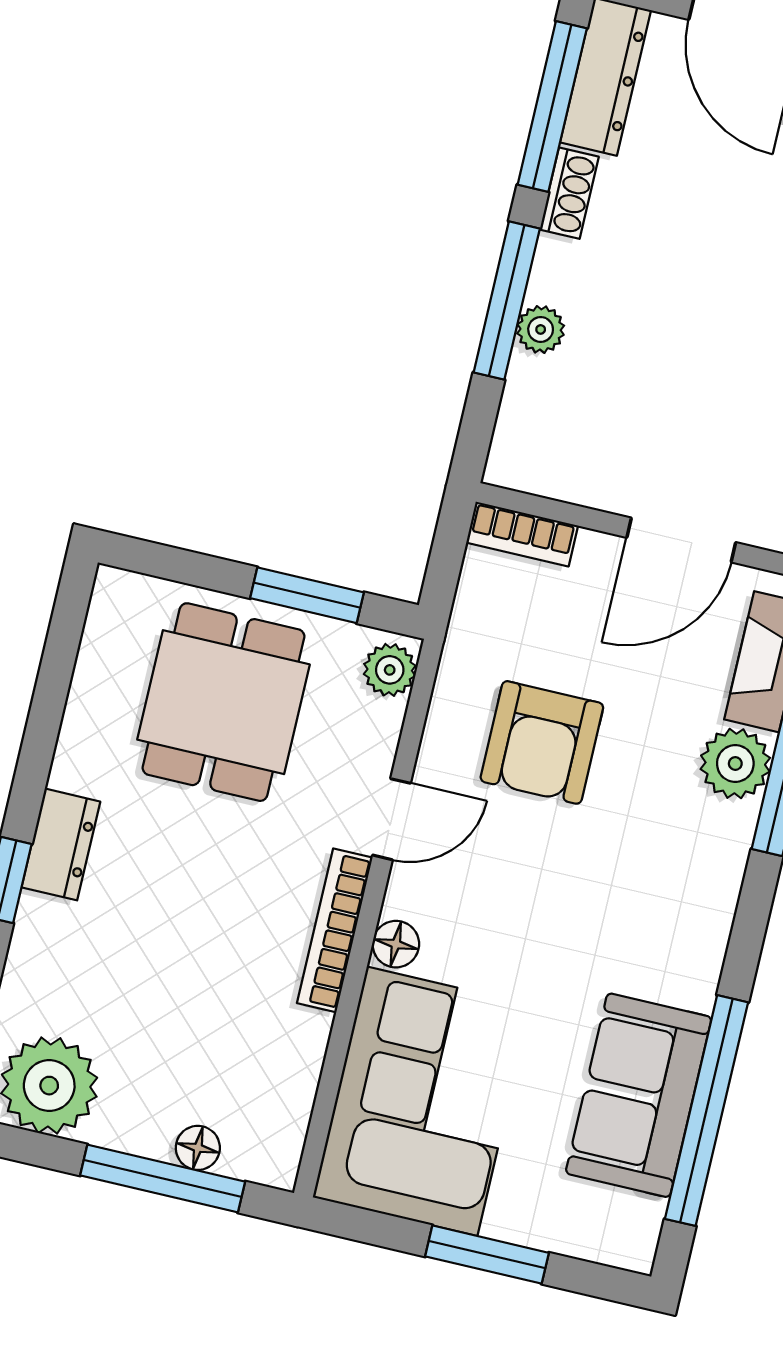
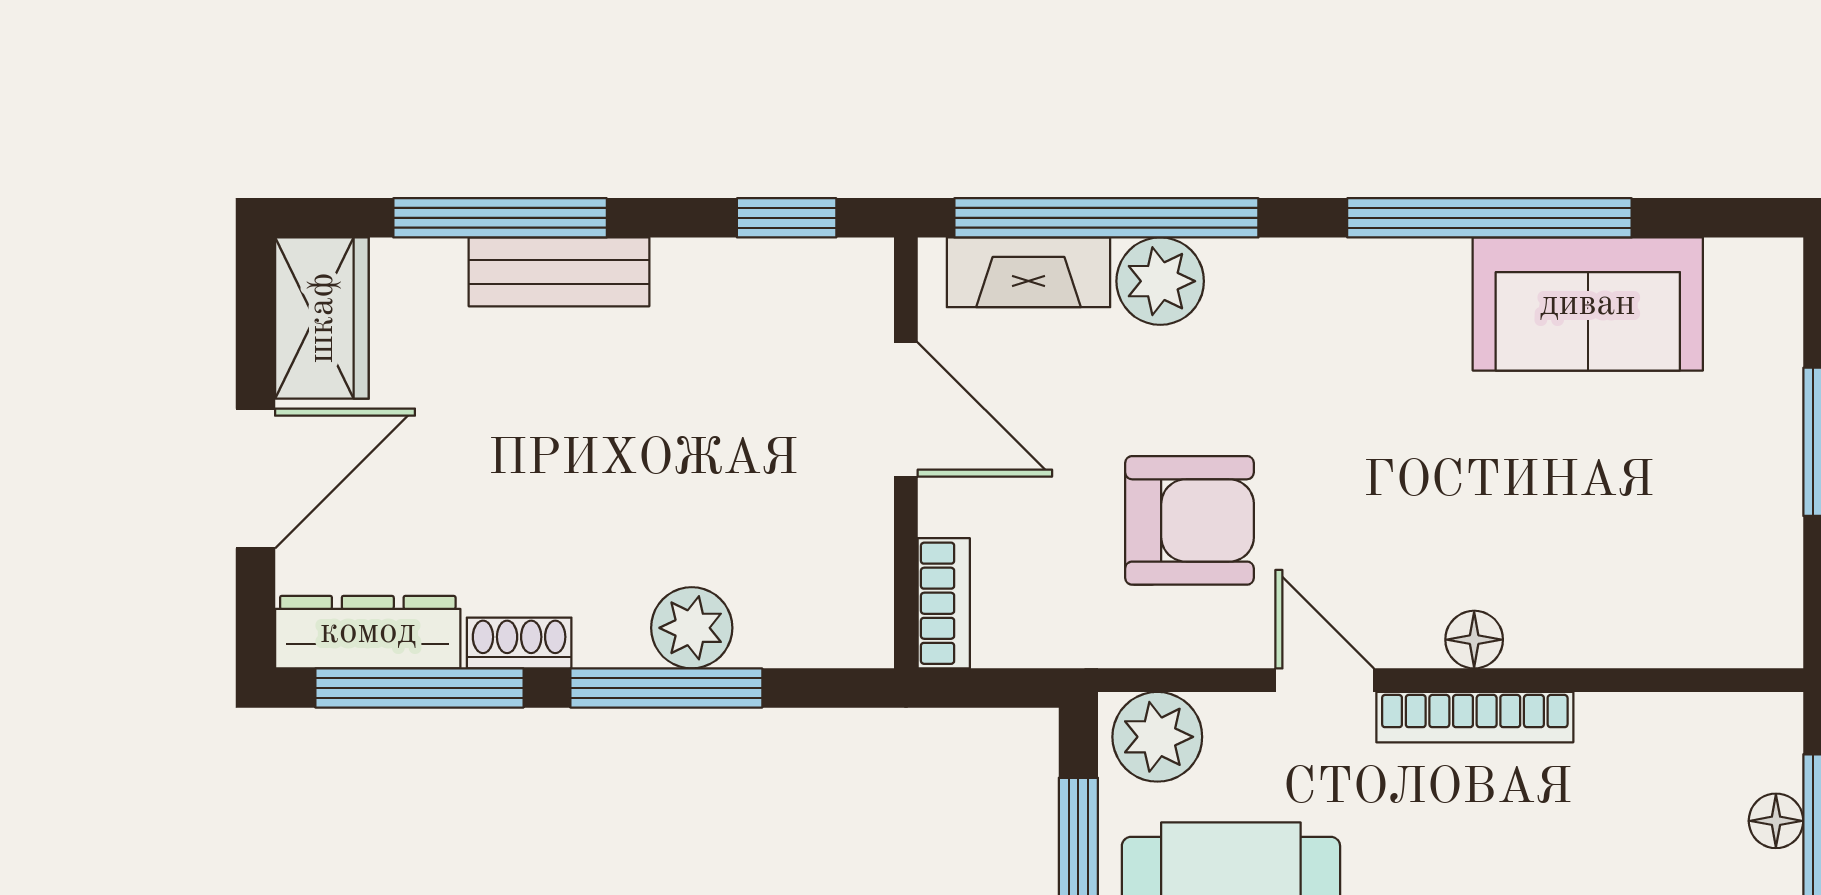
plant: (541, 329) -> (692, 628), width x1.38, depth x1.38
plant: (390, 670) -> (1157, 737), width x1.38, depth x1.38
corner sofa: (422, 1101) -> (1656, 564), removed
window: (706, 1111) -> (1489, 218), moved

